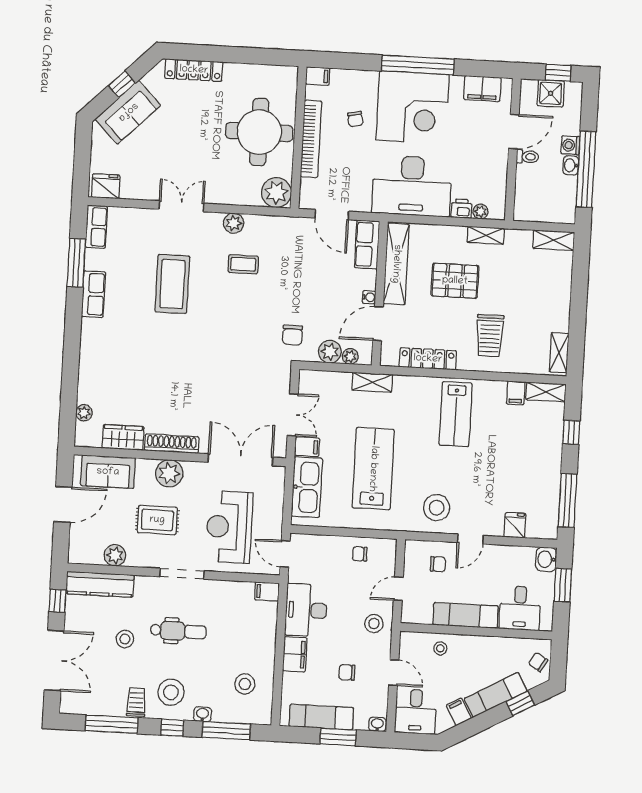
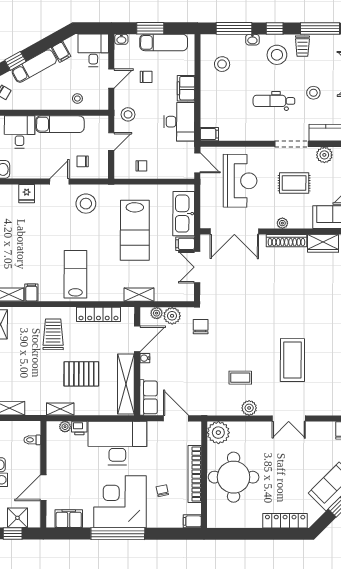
toilet: (527, 157) -> (32, 440), moved
plant: (169, 473) -> (282, 223), width x0.53, depth x0.53
doorway: (182, 574) -> (292, 144), moved
door: (394, 673) -> (111, 79), swing flipped

